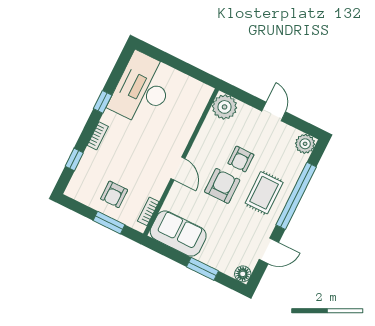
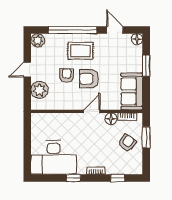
plant: (225, 107) -> (40, 90), moved
armchair: (241, 159) -> (67, 75), turned -90
floor lamp: (156, 189) -> (111, 119), added
armchair: (114, 194) -> (127, 143), turned -54

